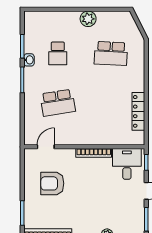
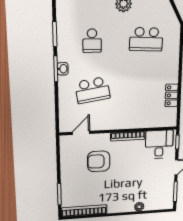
washbasin: (29, 60) -> (63, 69), moved
locker: (138, 111) -> (172, 95), width x0.66
armchair: (52, 183) -> (99, 161), moved

